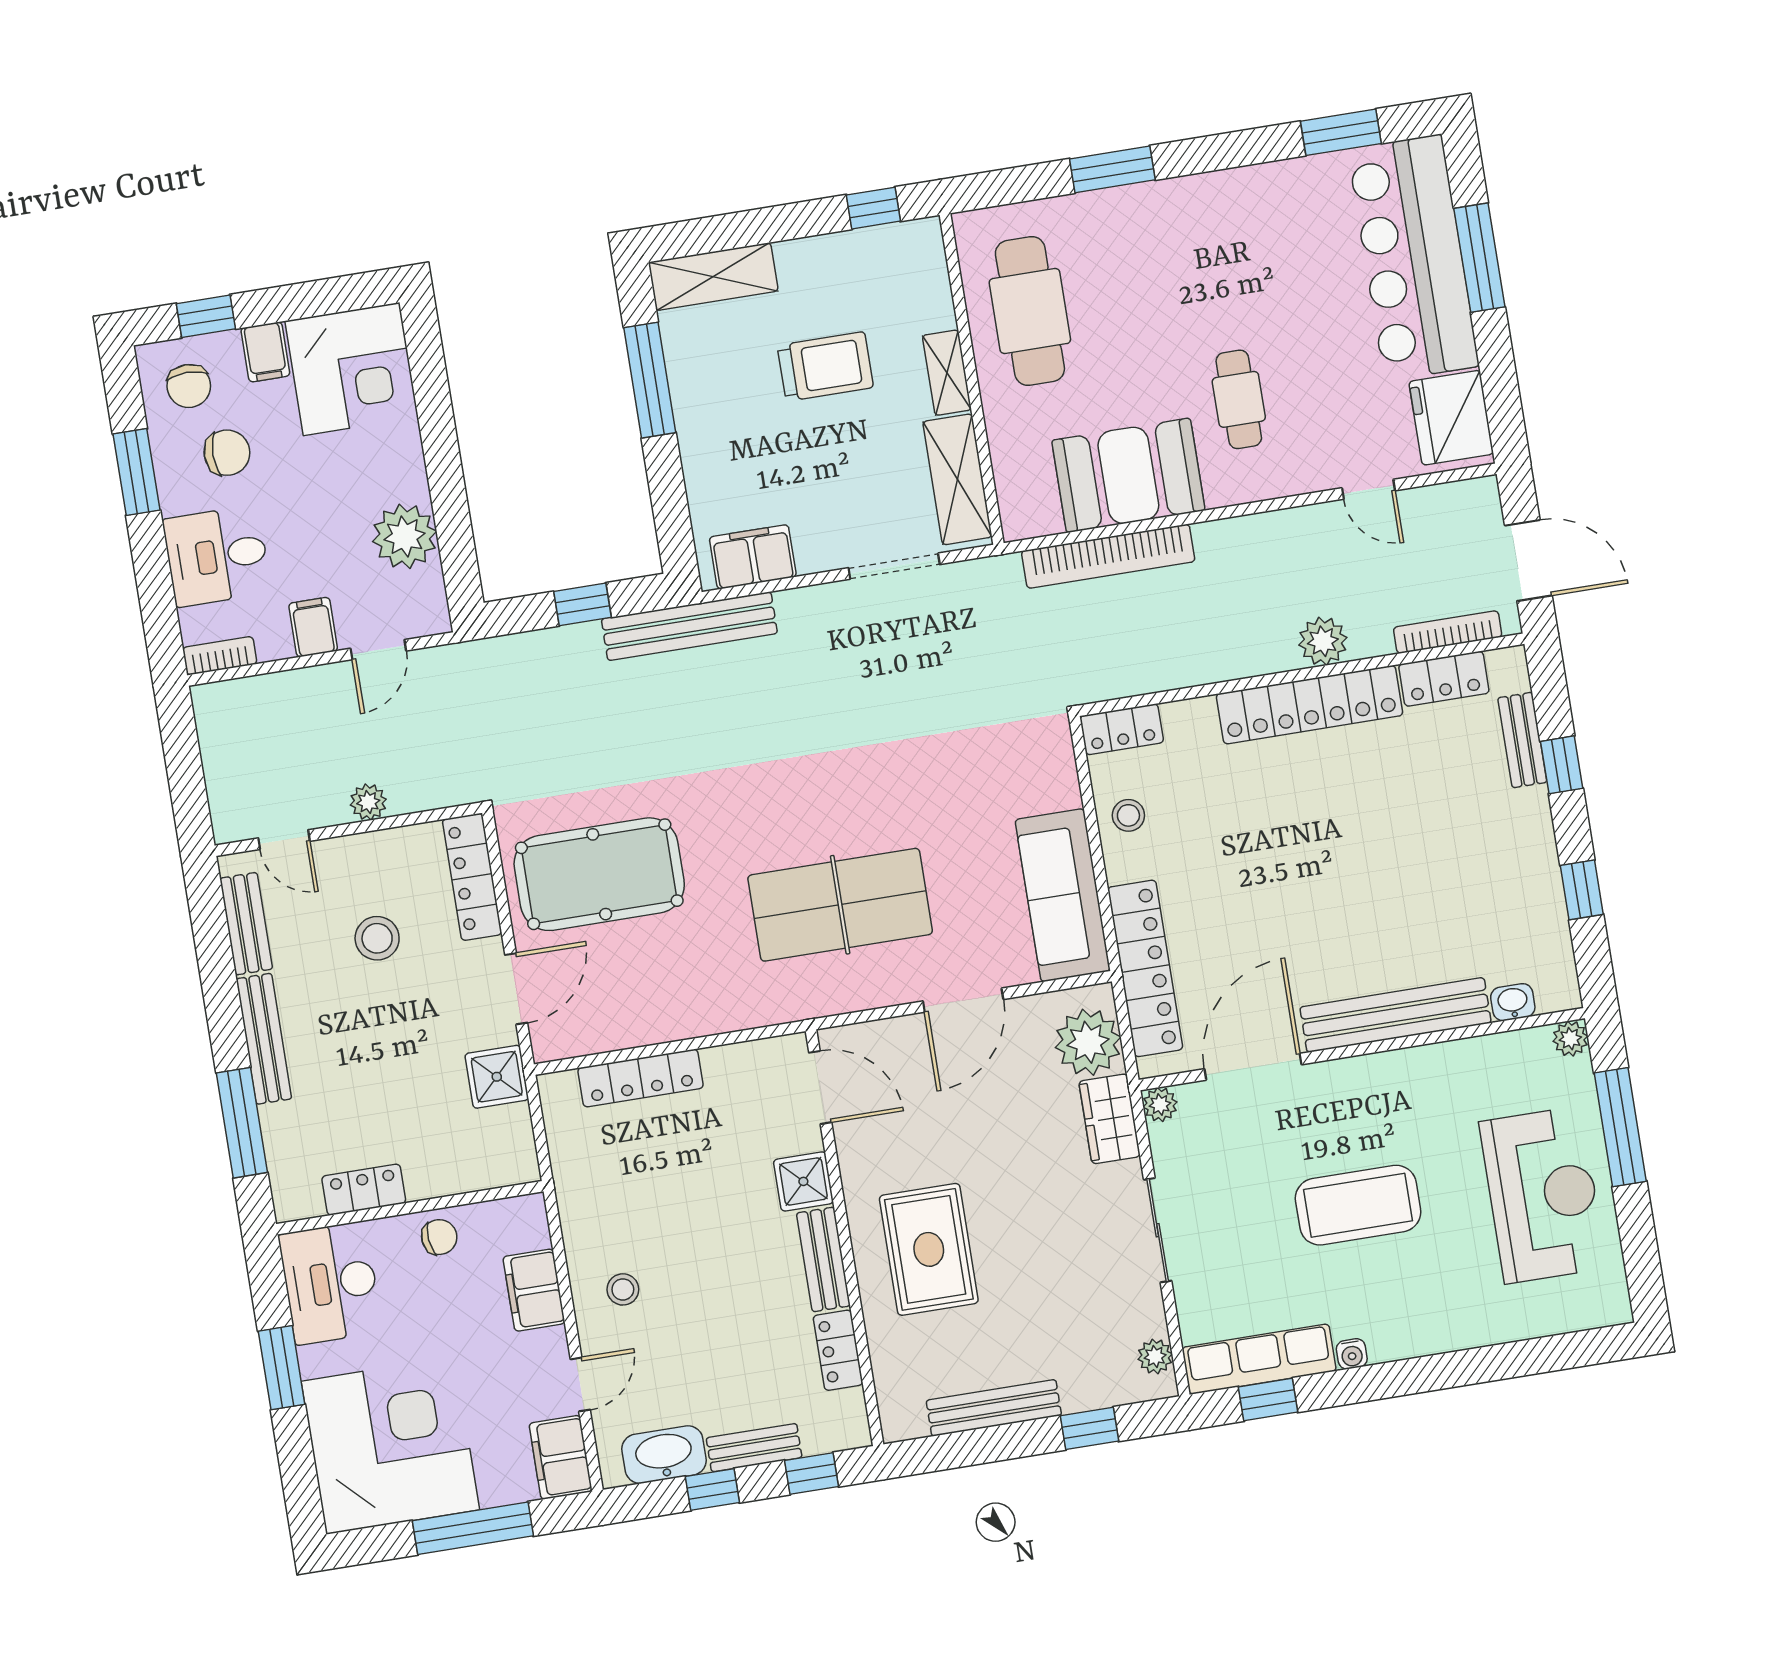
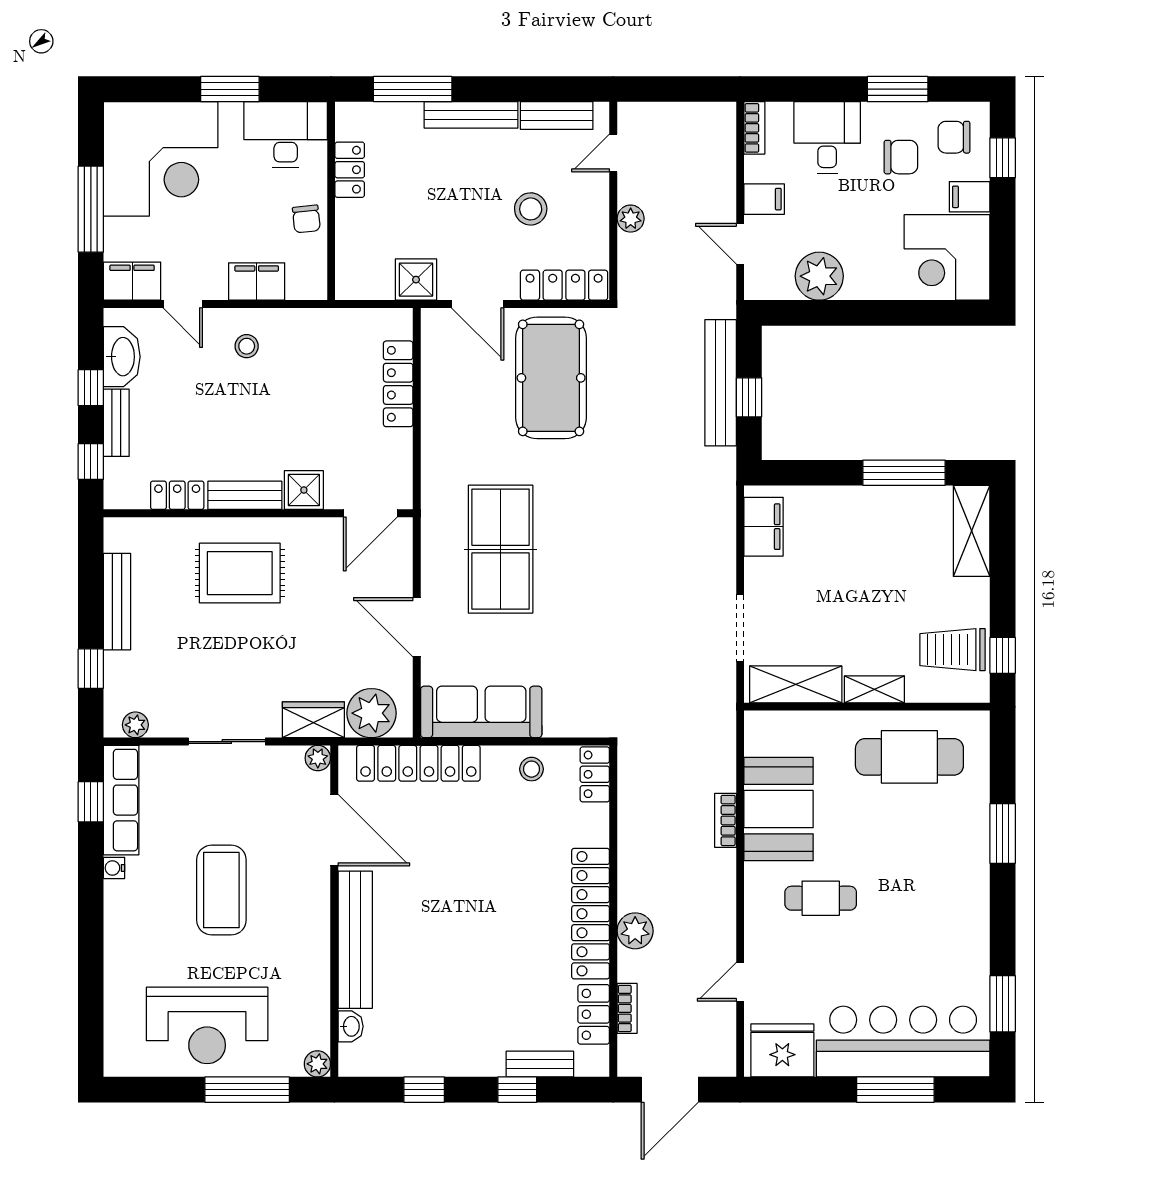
trolley: (825, 366) -> (952, 650), moved, turned 90
chair: (227, 453) -> (901, 157), turned -90
bookcase: (1108, 556) -> (725, 820), width x0.43, depth x0.76
bench: (689, 626) -> (721, 383), moved
bookcase: (1448, 632) -> (627, 1008), width x0.64

